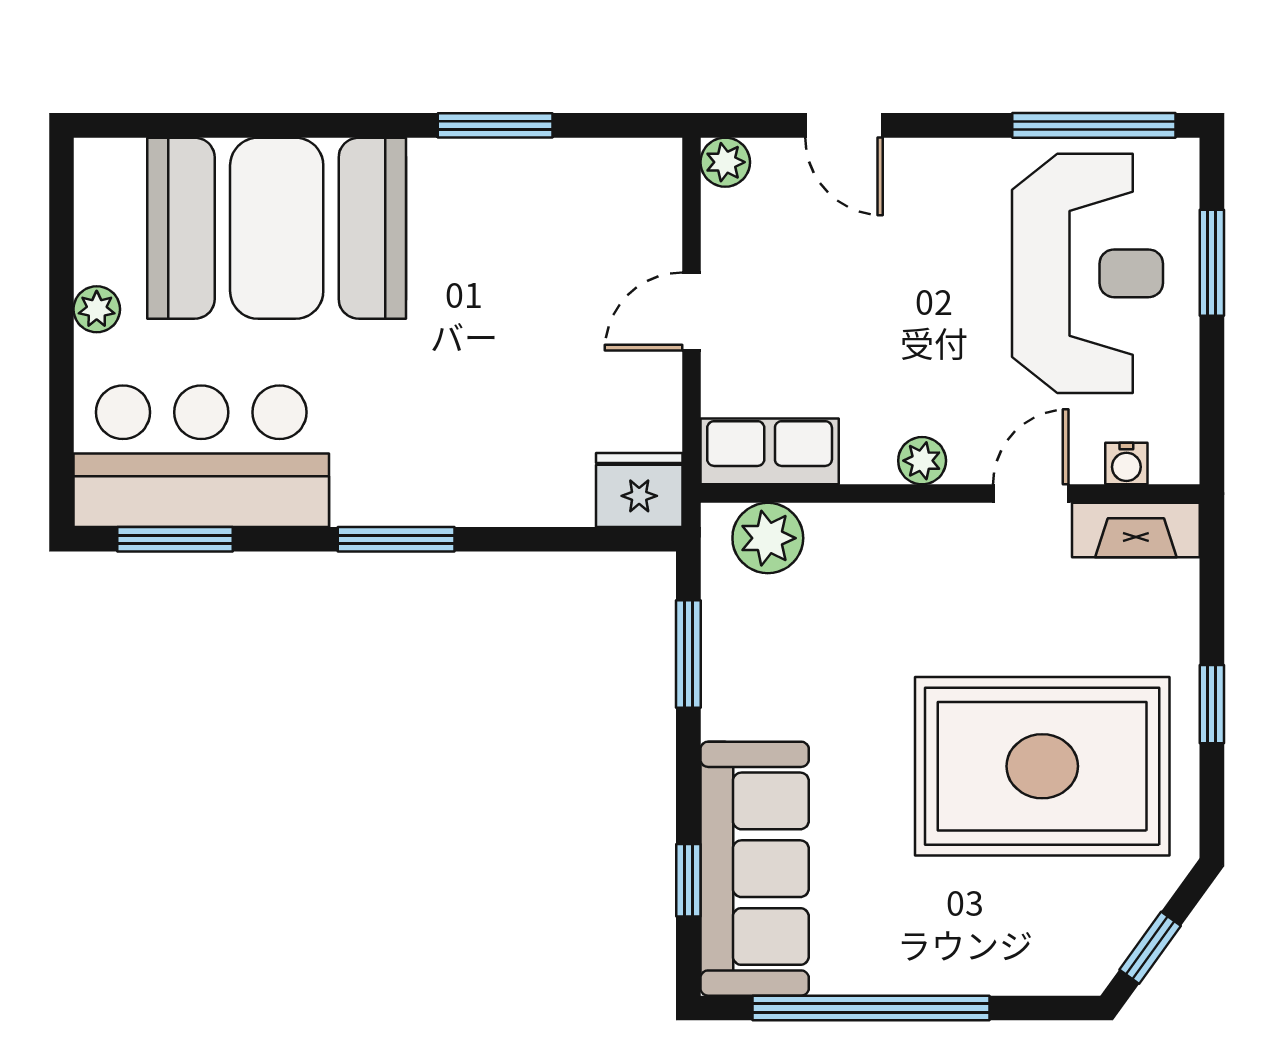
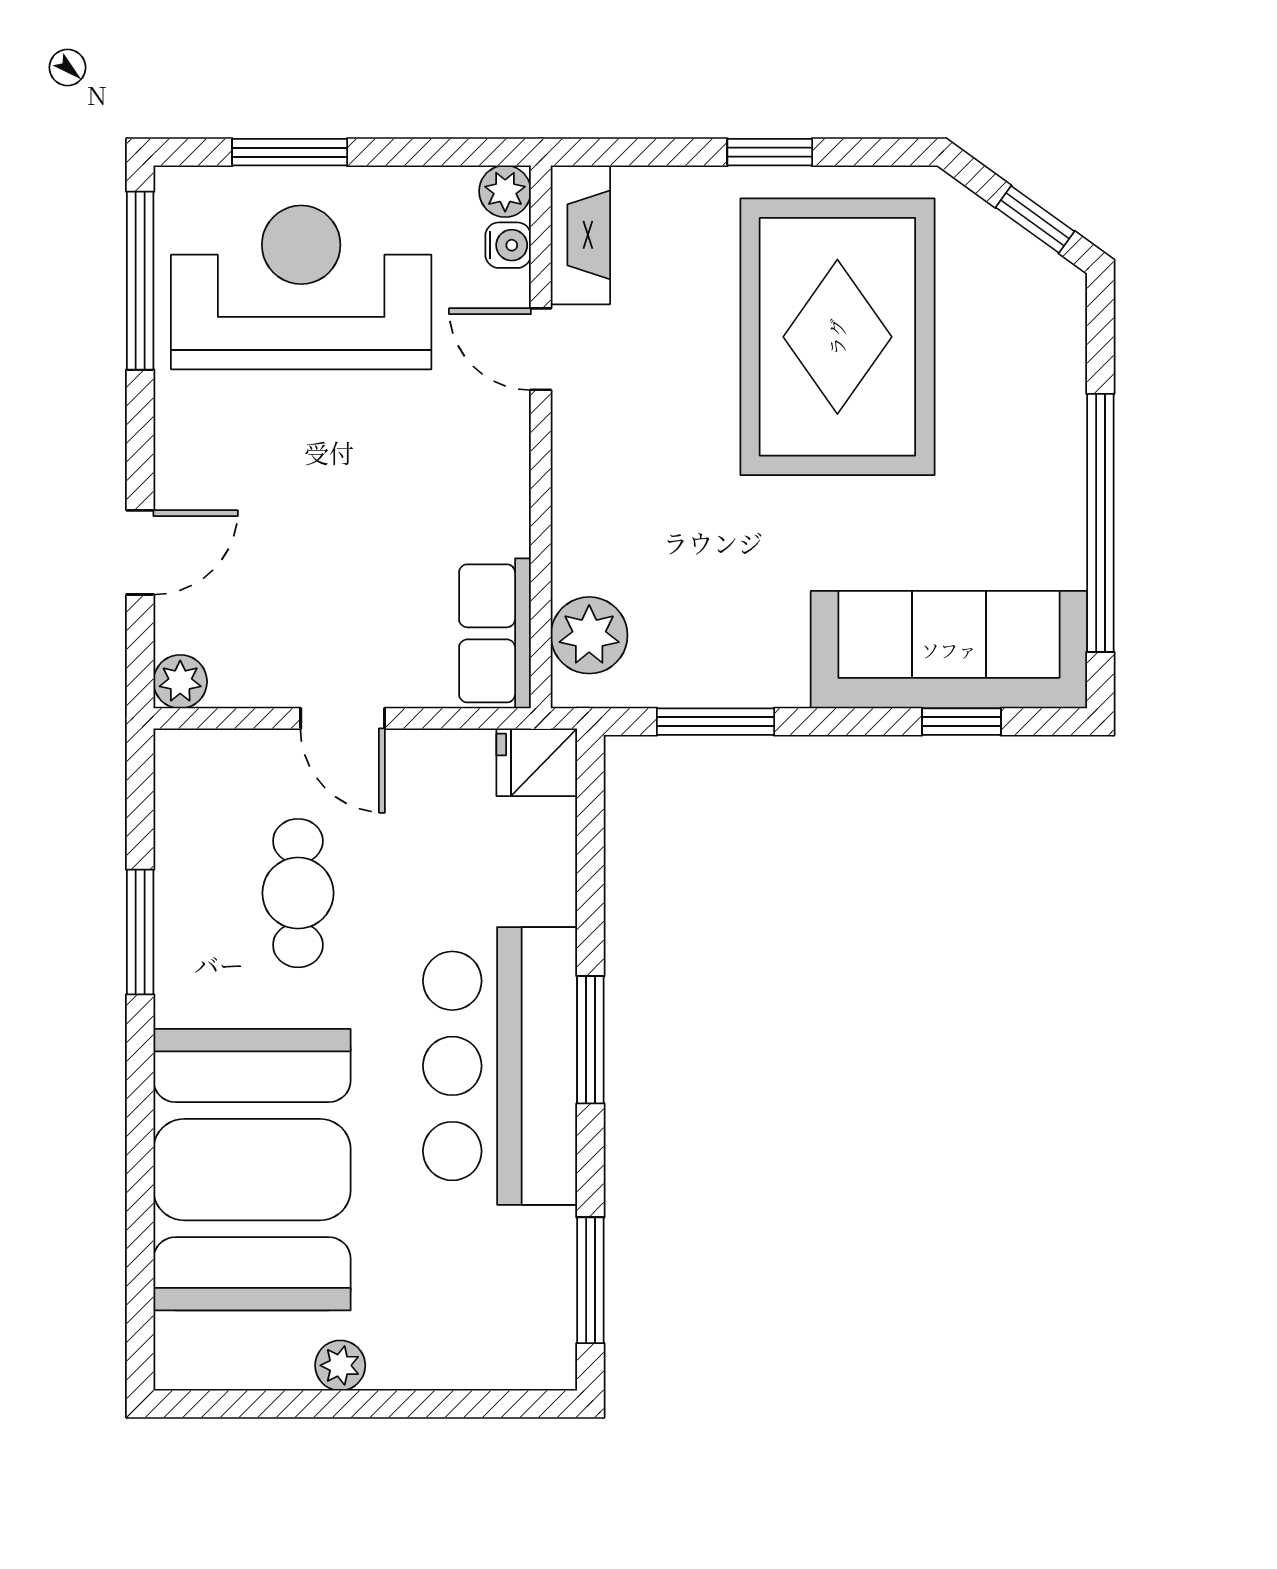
cafe table: (531, 270) -> (298, 893), added
bar counter: (201, 456) -> (500, 1066), moved
plant: (922, 461) -> (505, 191), moved
fridge: (639, 490) -> (537, 762), width x0.72

